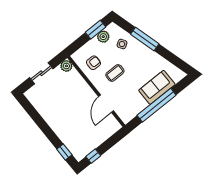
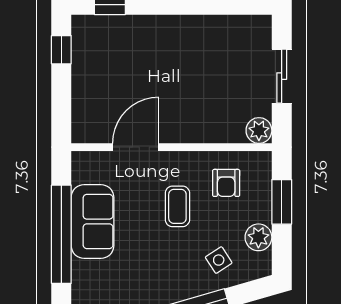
window: (96, 30) -> (282, 202), moved
sofa: (157, 87) -> (93, 221), moved
door: (106, 104) -> (136, 147), hinge flipped

